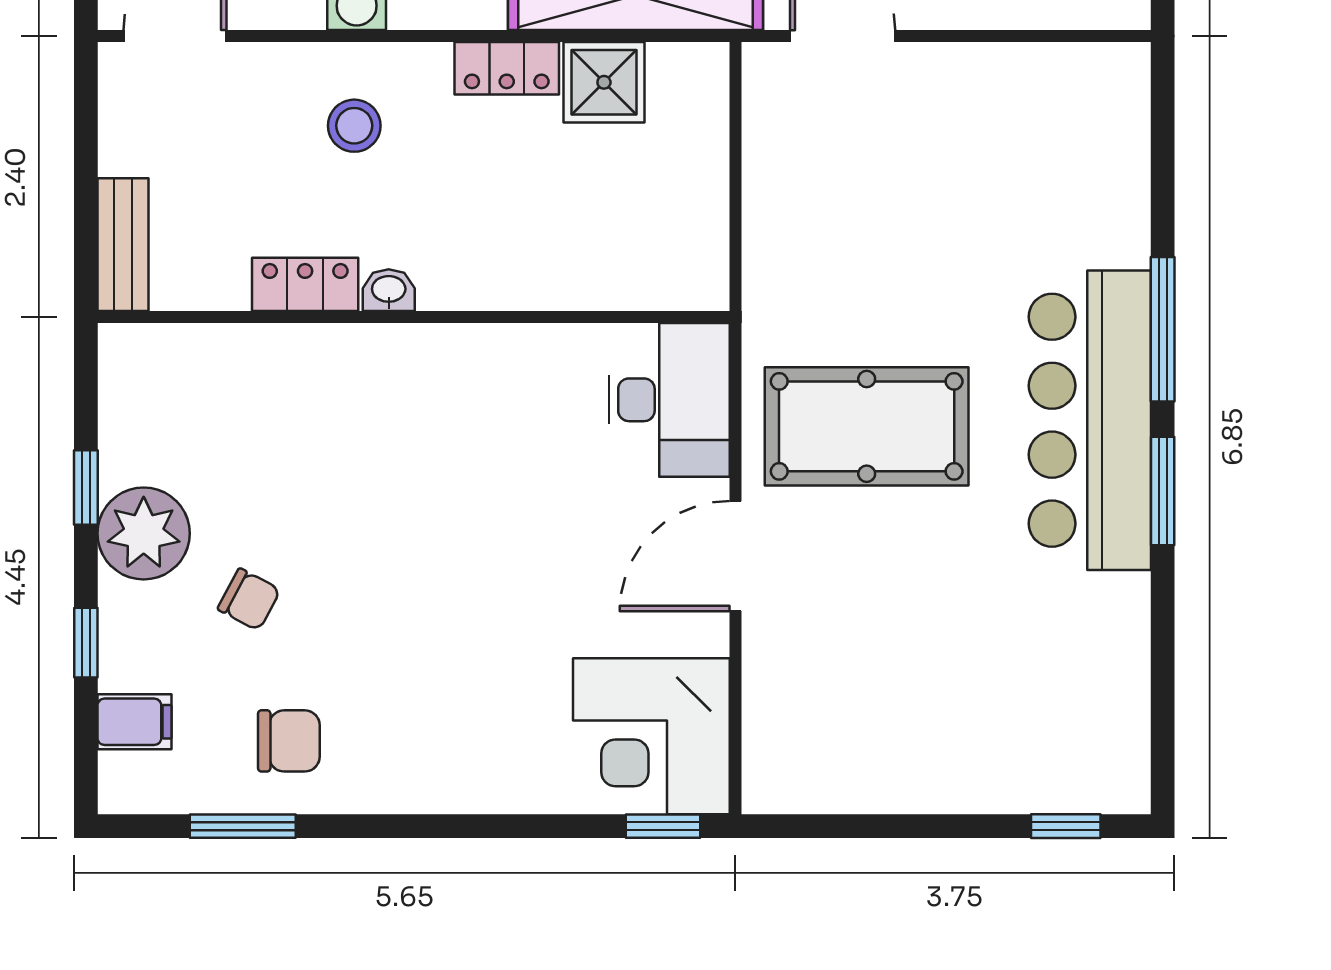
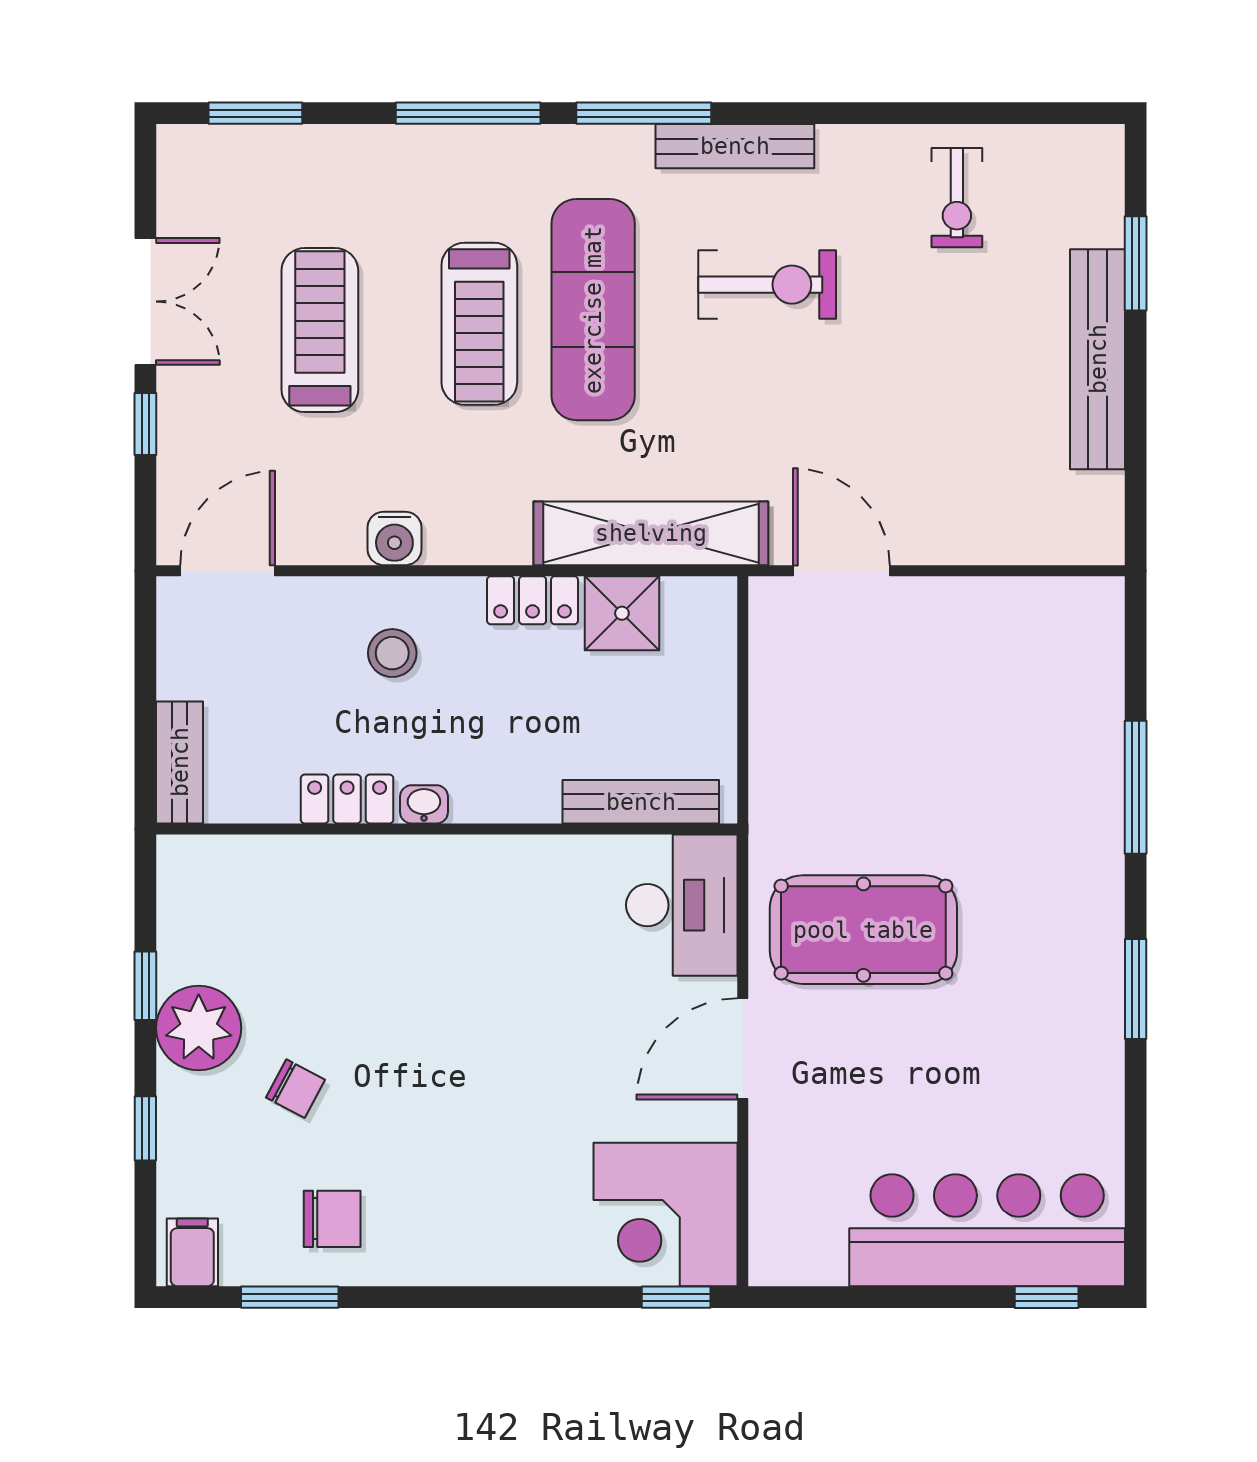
bench: (624, 287) -> (641, 802), added
window: (1163, 329) -> (1136, 787), moved
bar counter: (1090, 420) -> (987, 1230), moved, turned 90
filing cabinet: (134, 722) -> (192, 1252), moved, turned -90

